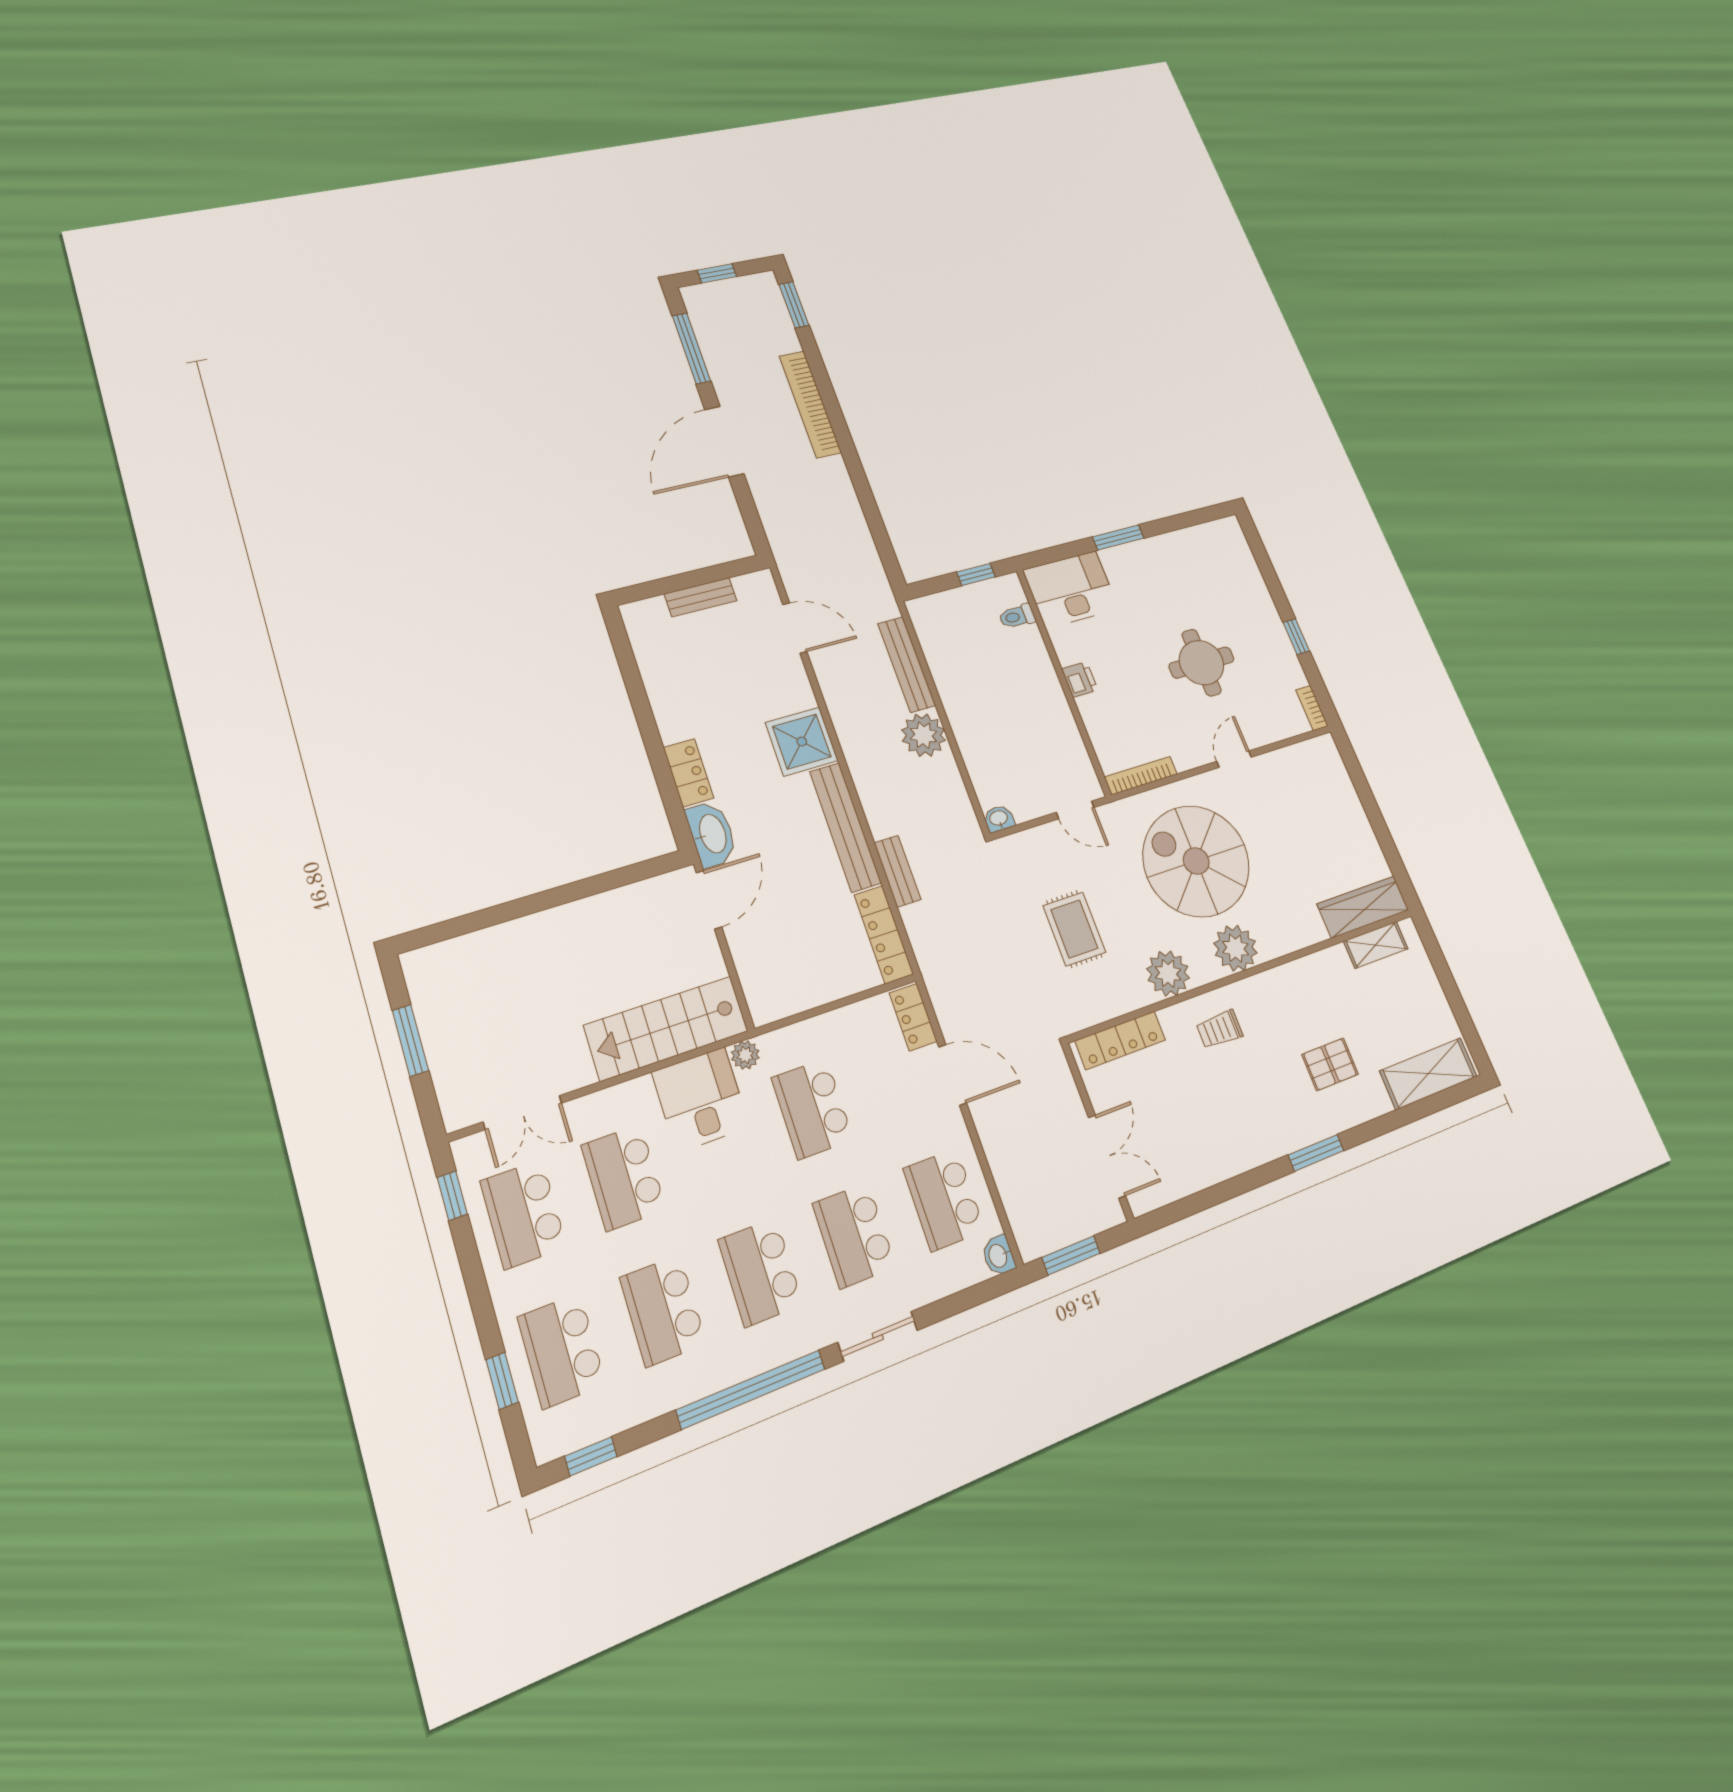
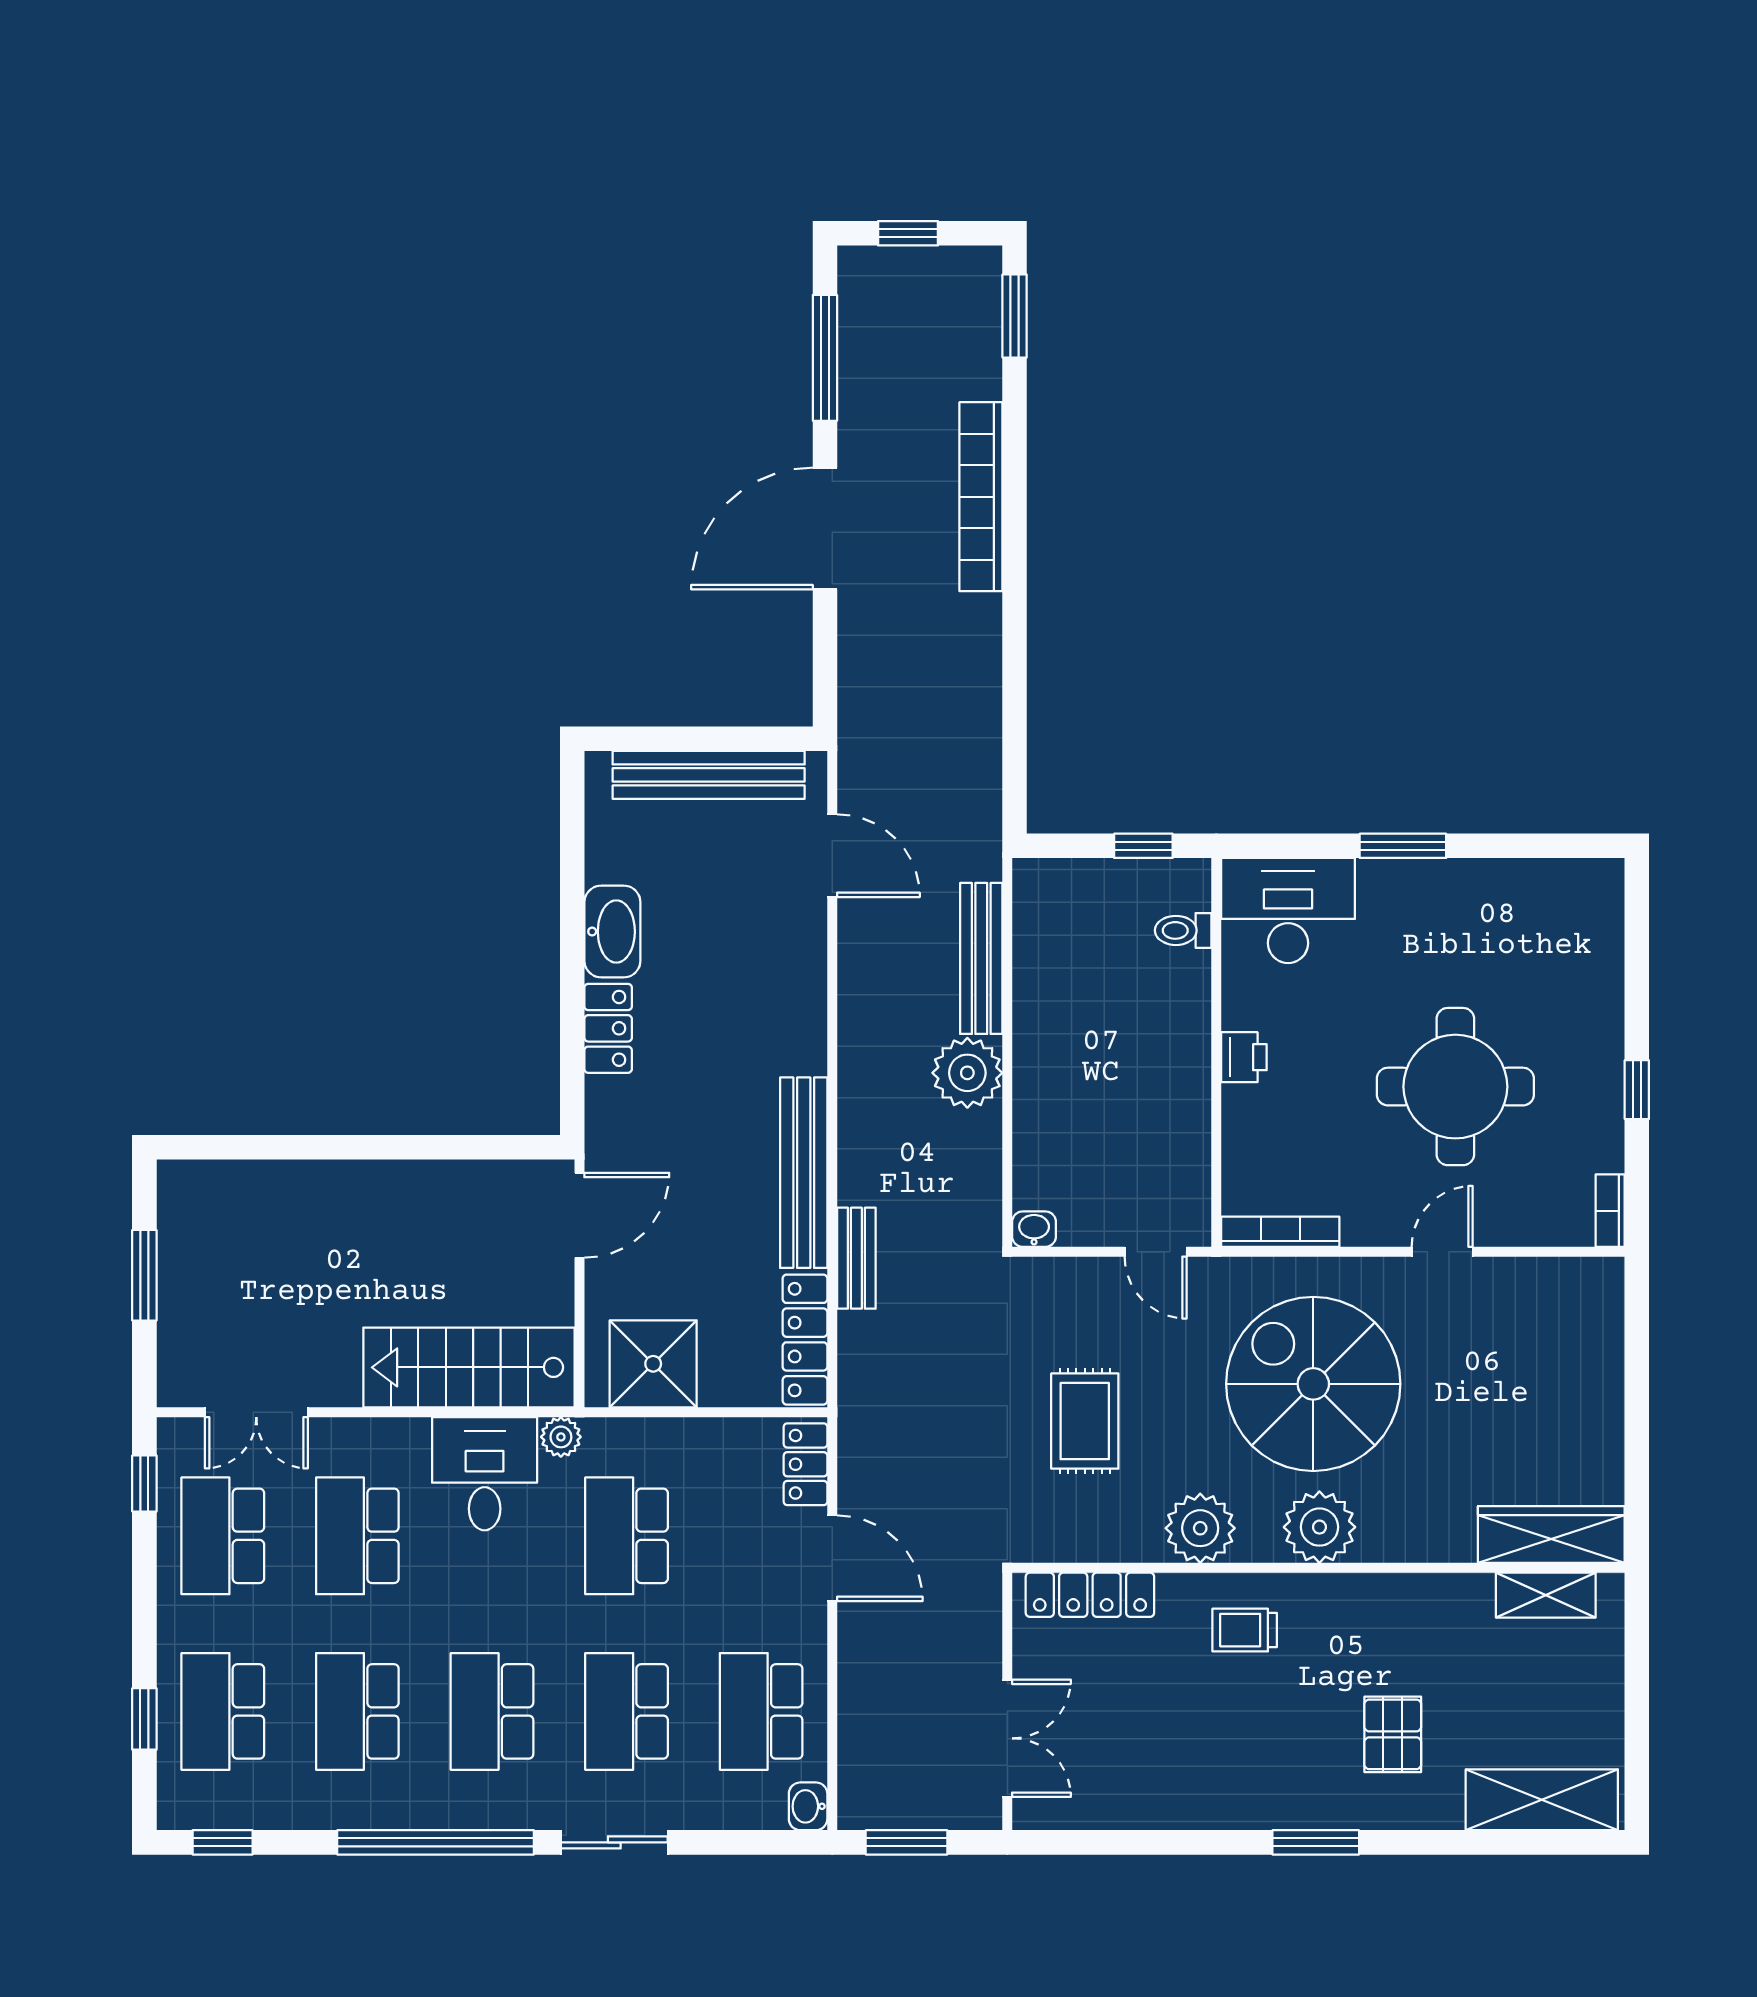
bench: (701, 597) -> (709, 775), width x1.86, depth x1.21
round table: (1201, 663) -> (1455, 1087), width x1.36, depth x1.36
shower: (802, 742) -> (653, 1364), moved
washbasin: (712, 834) -> (612, 932), moved
pallet: (1330, 1064) -> (1393, 1734), turned 90

